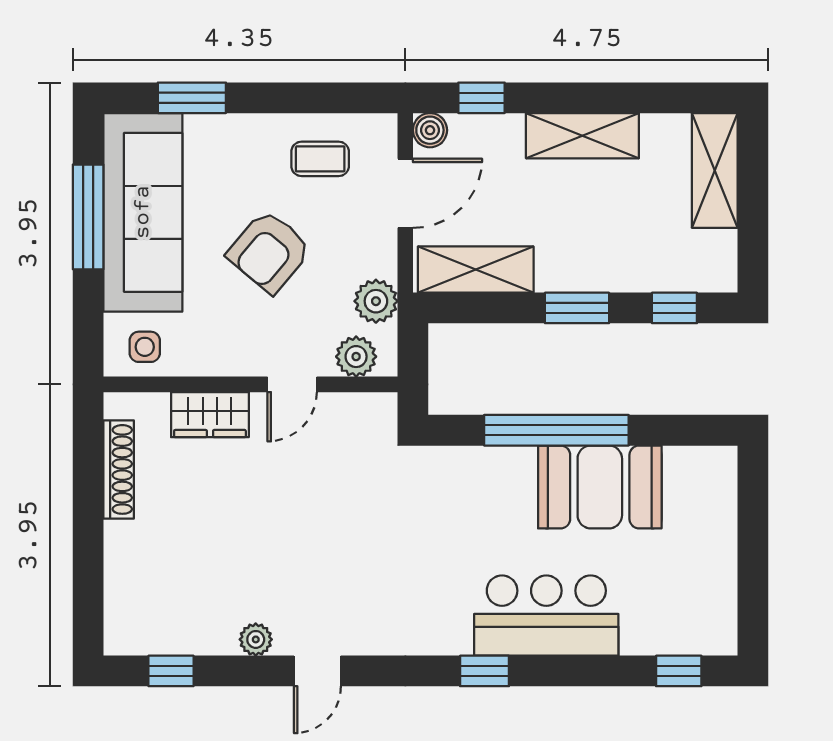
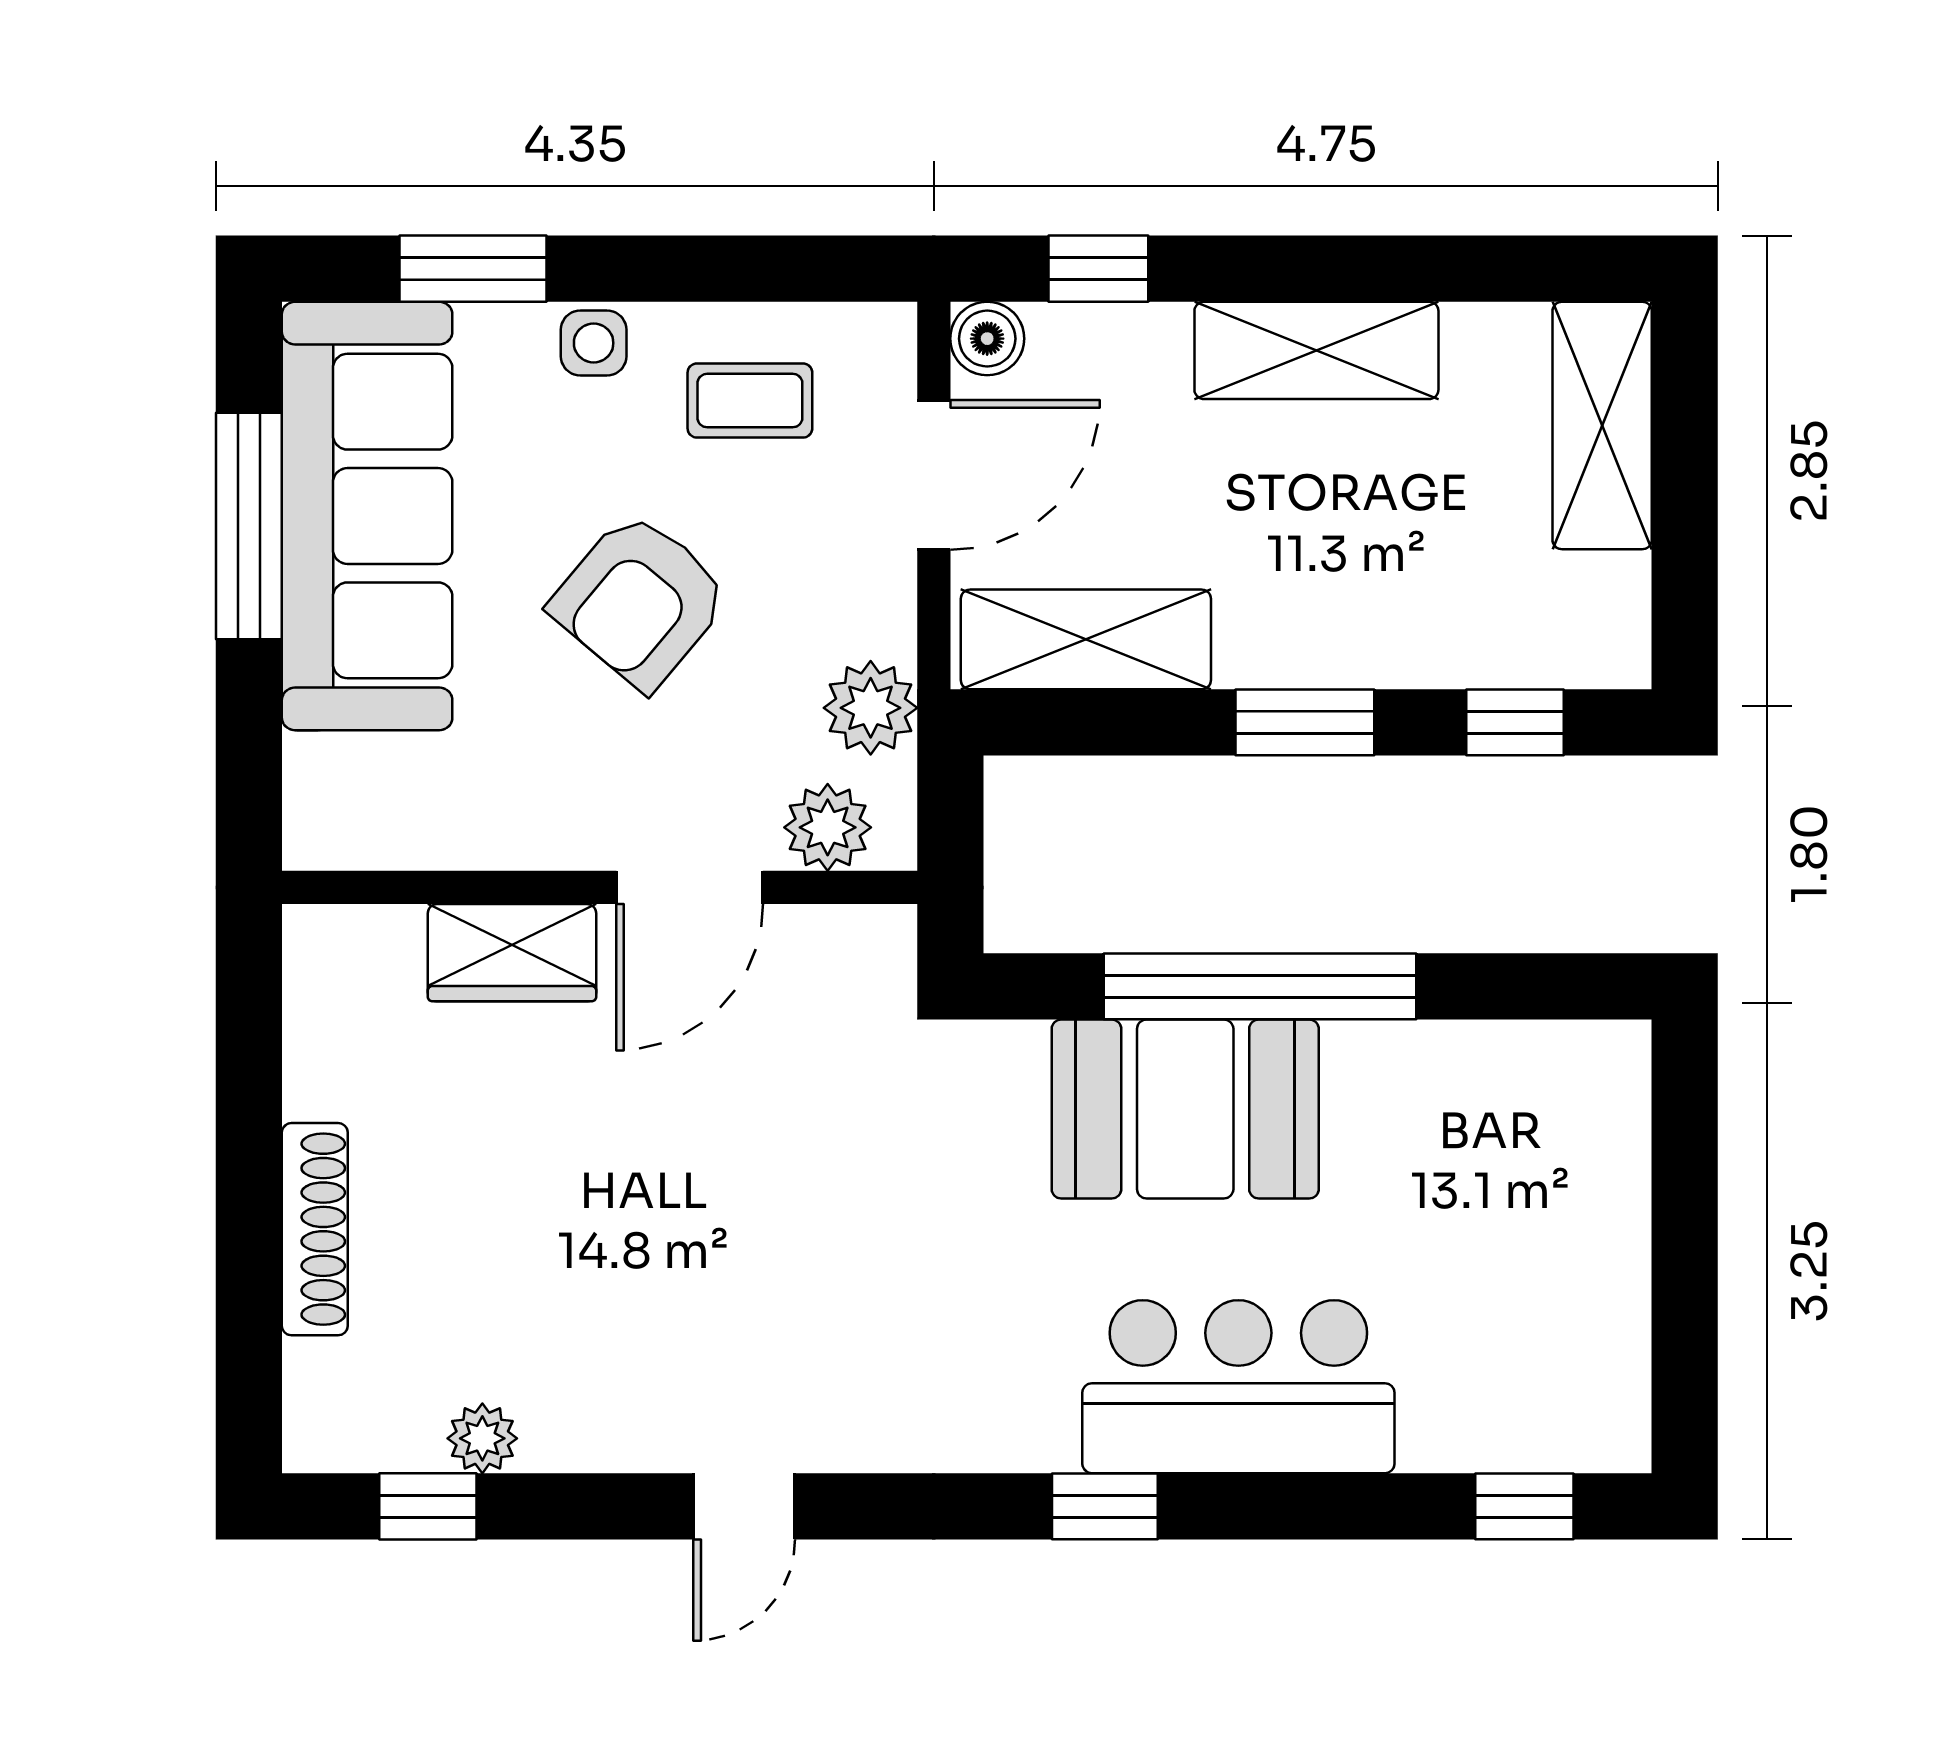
side table: (145, 347) -> (594, 343), moved
door: (292, 384) -> (690, 887), width x1.38
shoe rack: (119, 469) -> (315, 1229), moved
booth: (600, 487) -> (1185, 1109), moved
plant: (256, 639) -> (482, 1438), moved

